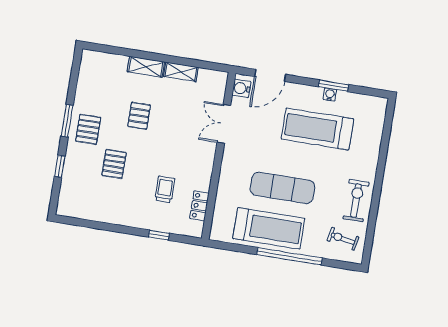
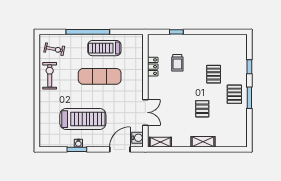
shelving: (181, 72) -> (160, 142), moved
exercise bike: (356, 201) -> (50, 76), turned 180
locker: (199, 206) -> (153, 67), moved
treadmill: (269, 228) -> (104, 48), width x0.73, depth x0.73

